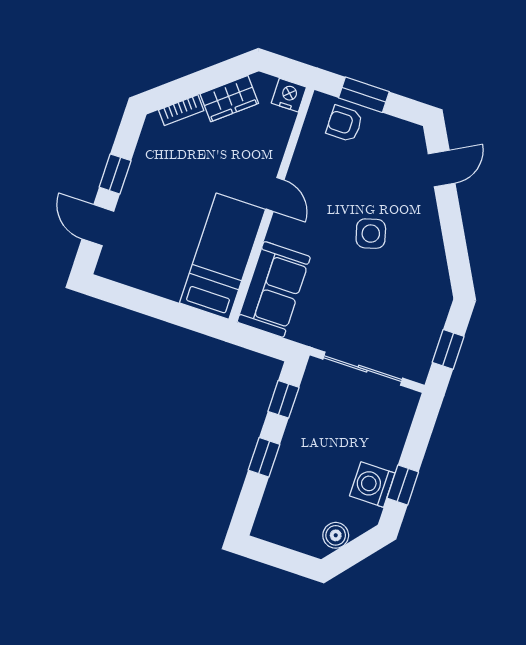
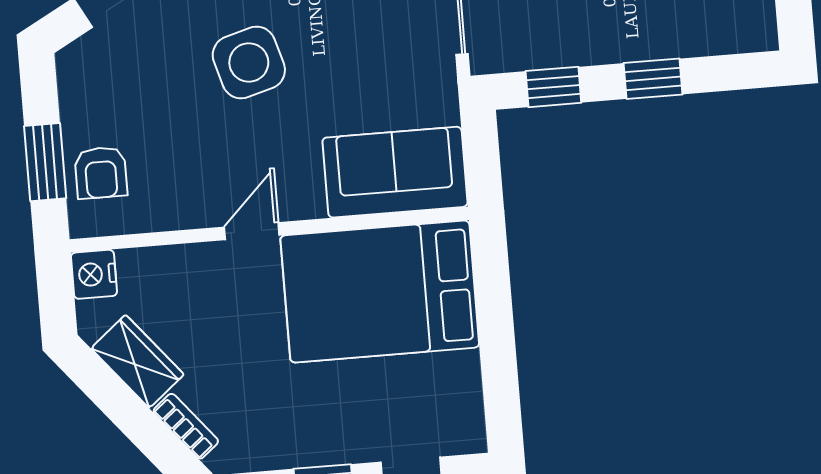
side table: (371, 234) -> (249, 63), width x1.37, depth x1.37
bed: (223, 256) -> (380, 291), width x1.50

